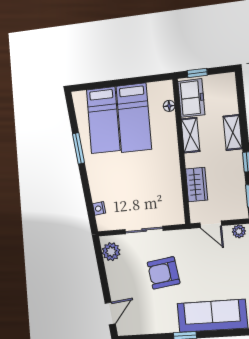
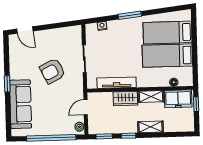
window: (79, 148) -> (130, 15), moved
tv unit: (174, 184) -> (117, 83), added
wardrobe: (197, 184) -> (125, 98), moved
plant: (111, 252) -> (70, 33), removed
armchair: (164, 273) -> (53, 71), turned -108

